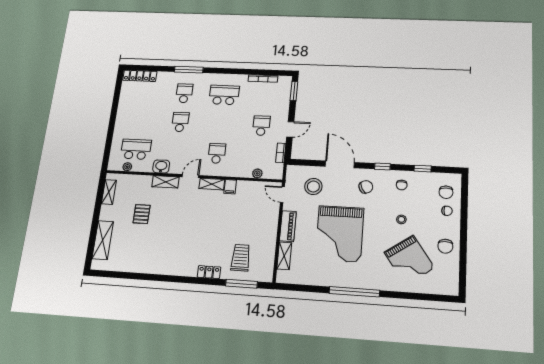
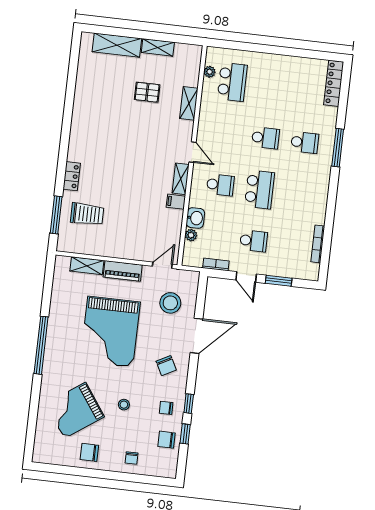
window: (294, 91) -> (279, 281), moved
school desk: (224, 95) -> (260, 189), moved
washbasin: (161, 166) -> (195, 218), moved
window: (382, 167) -> (189, 404), moved
shelving: (165, 182) -> (189, 103), moved
shelving: (109, 192) -> (158, 47), moved
chair: (446, 192) -> (166, 440), moved
grand piano: (340, 234) -> (110, 332), turned -90

